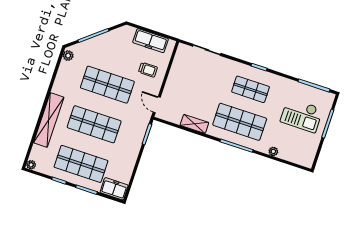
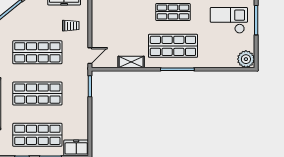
door: (157, 105) -> (90, 56), swing flipped
checkout: (302, 115) -> (229, 20), turned 180
plant: (273, 151) -> (246, 59), moved, width x1.87, depth x1.87

